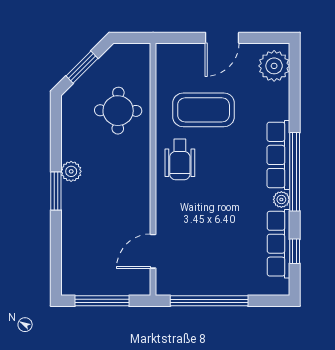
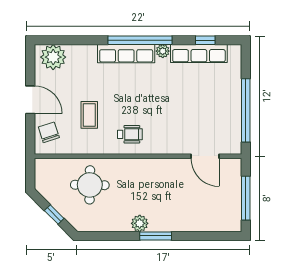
chair: (182, 61) -> (49, 132), added
window: (82, 67) -> (54, 215), width x0.67
coffee table: (204, 110) -> (89, 115), width x0.54, depth x0.58
wheelchair: (180, 160) -> (130, 134), width x0.73, depth x0.73

